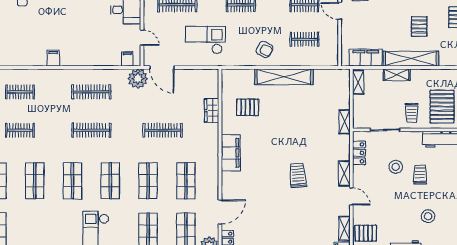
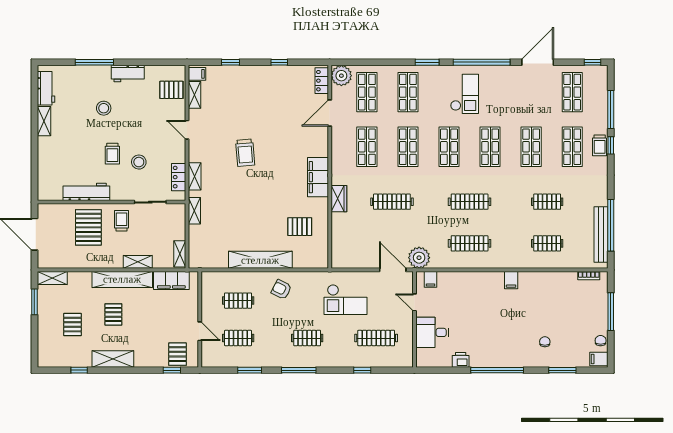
wardrobe: (212, 111) -> (339, 199), moved
shelving: (344, 173) -> (195, 176), moved

